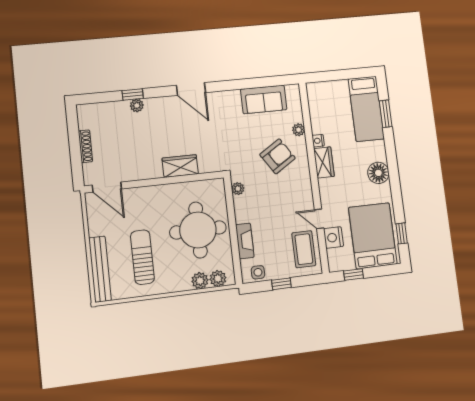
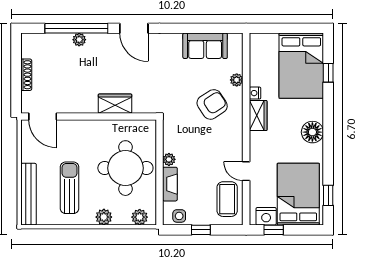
window: (133, 95) -> (76, 28), width x3.17
bed: (366, 109) -> (301, 66), width x1.50
window: (386, 114) -> (328, 73), width x0.67
plant: (238, 189) -> (169, 159), moved
nightstand: (333, 238) -> (266, 216), moved, turned -90
plant: (200, 281) -> (104, 217), moved

